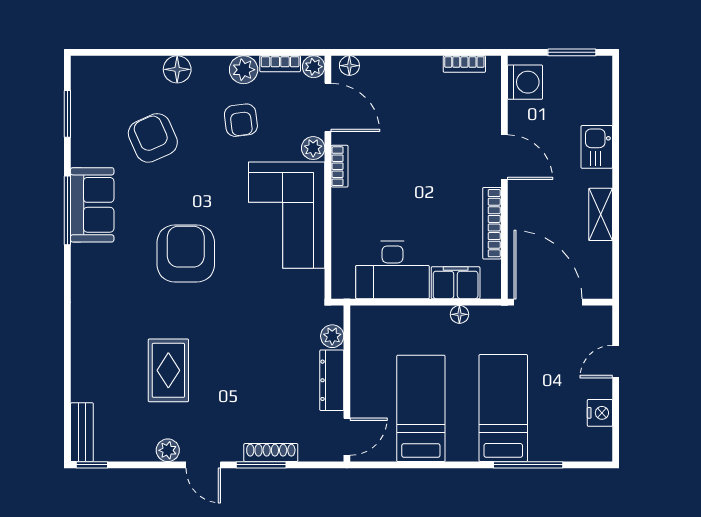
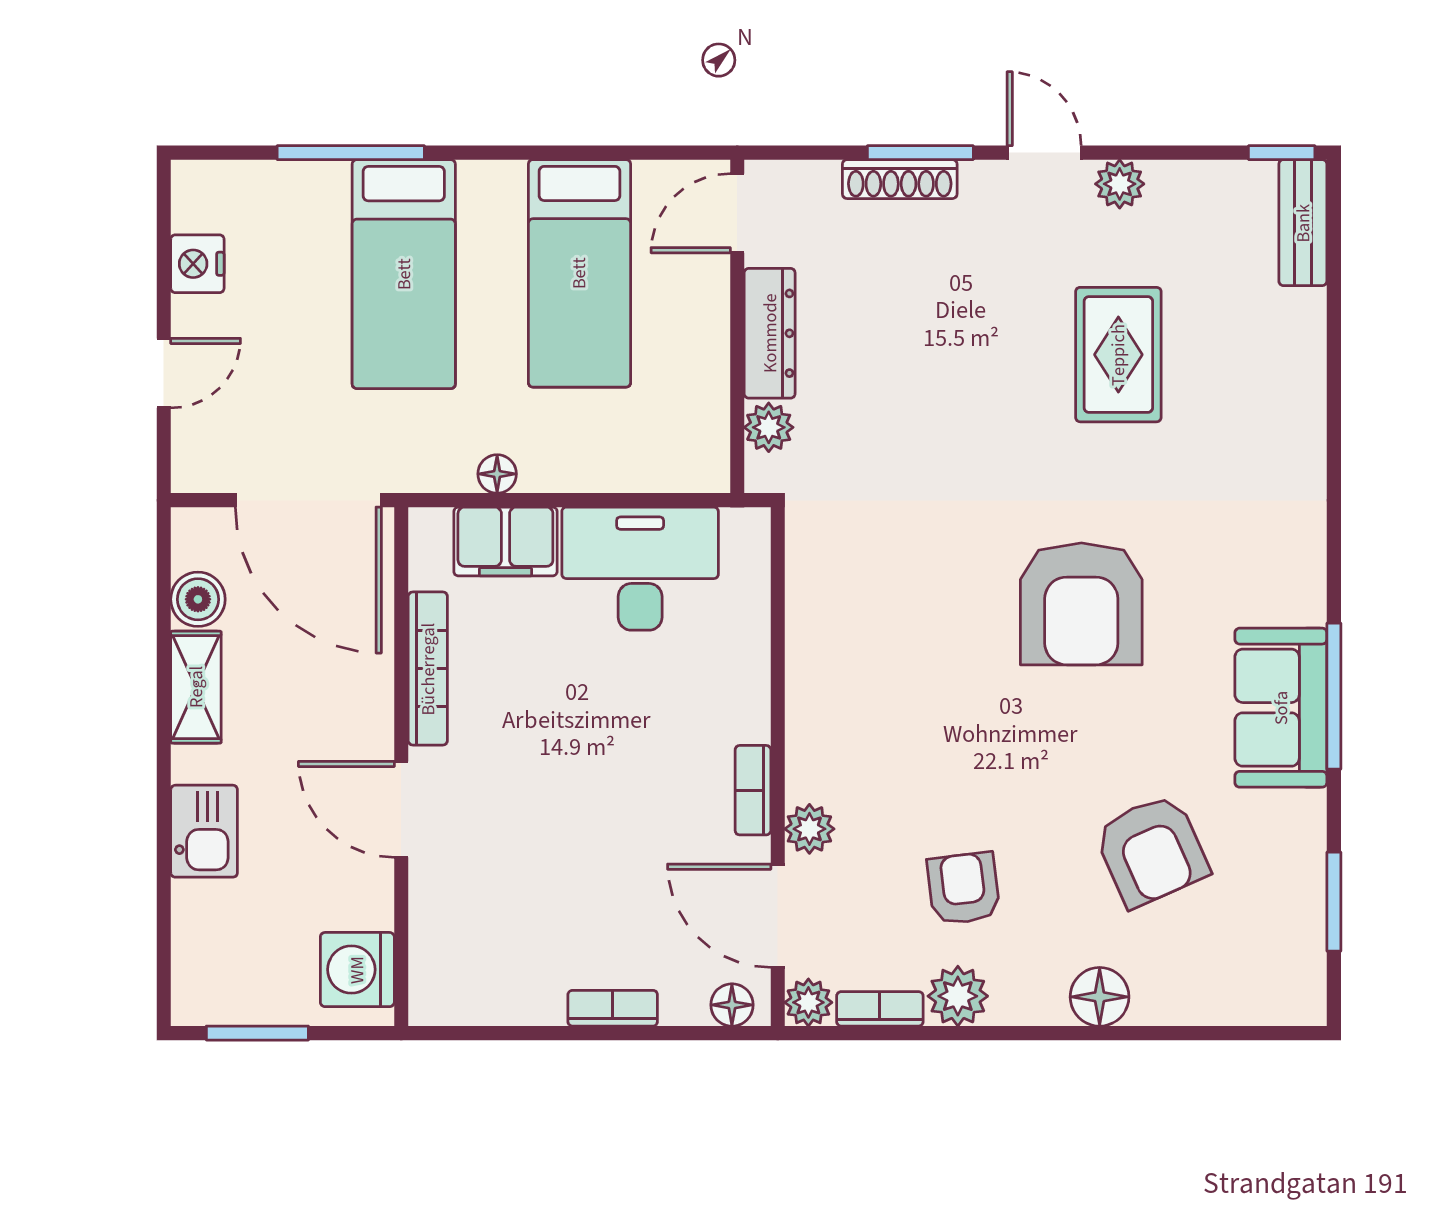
bookcase: (464, 64) -> (613, 1008), moved
corner sofa: (287, 215) -> (866, 686), removed
boiler: (600, 256) -> (198, 599), added

